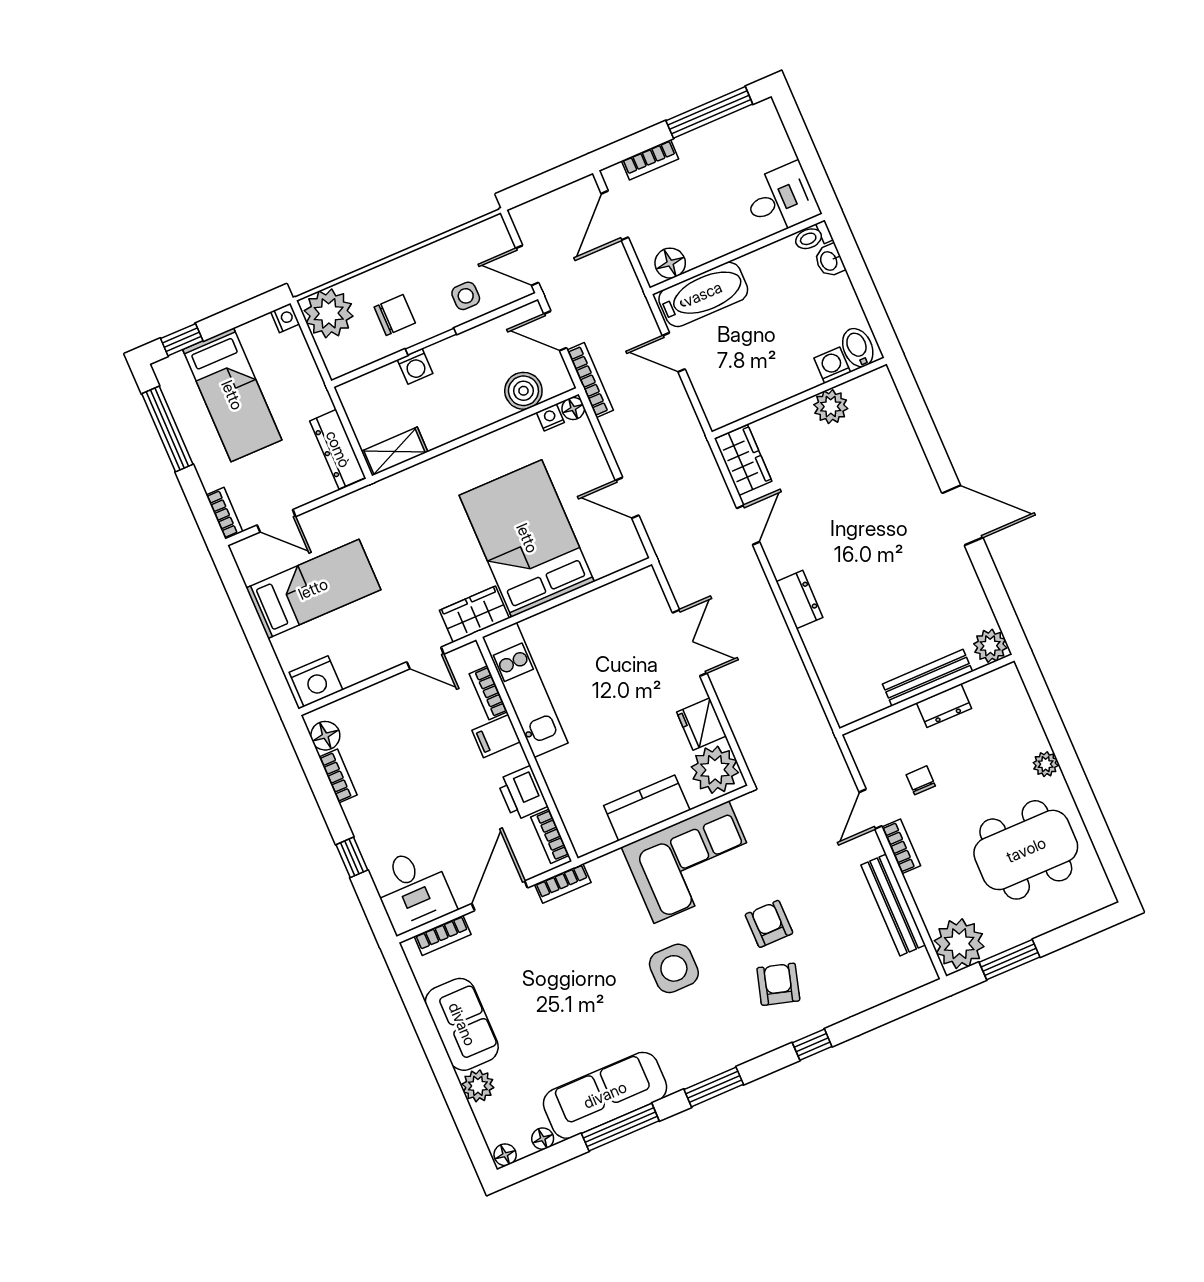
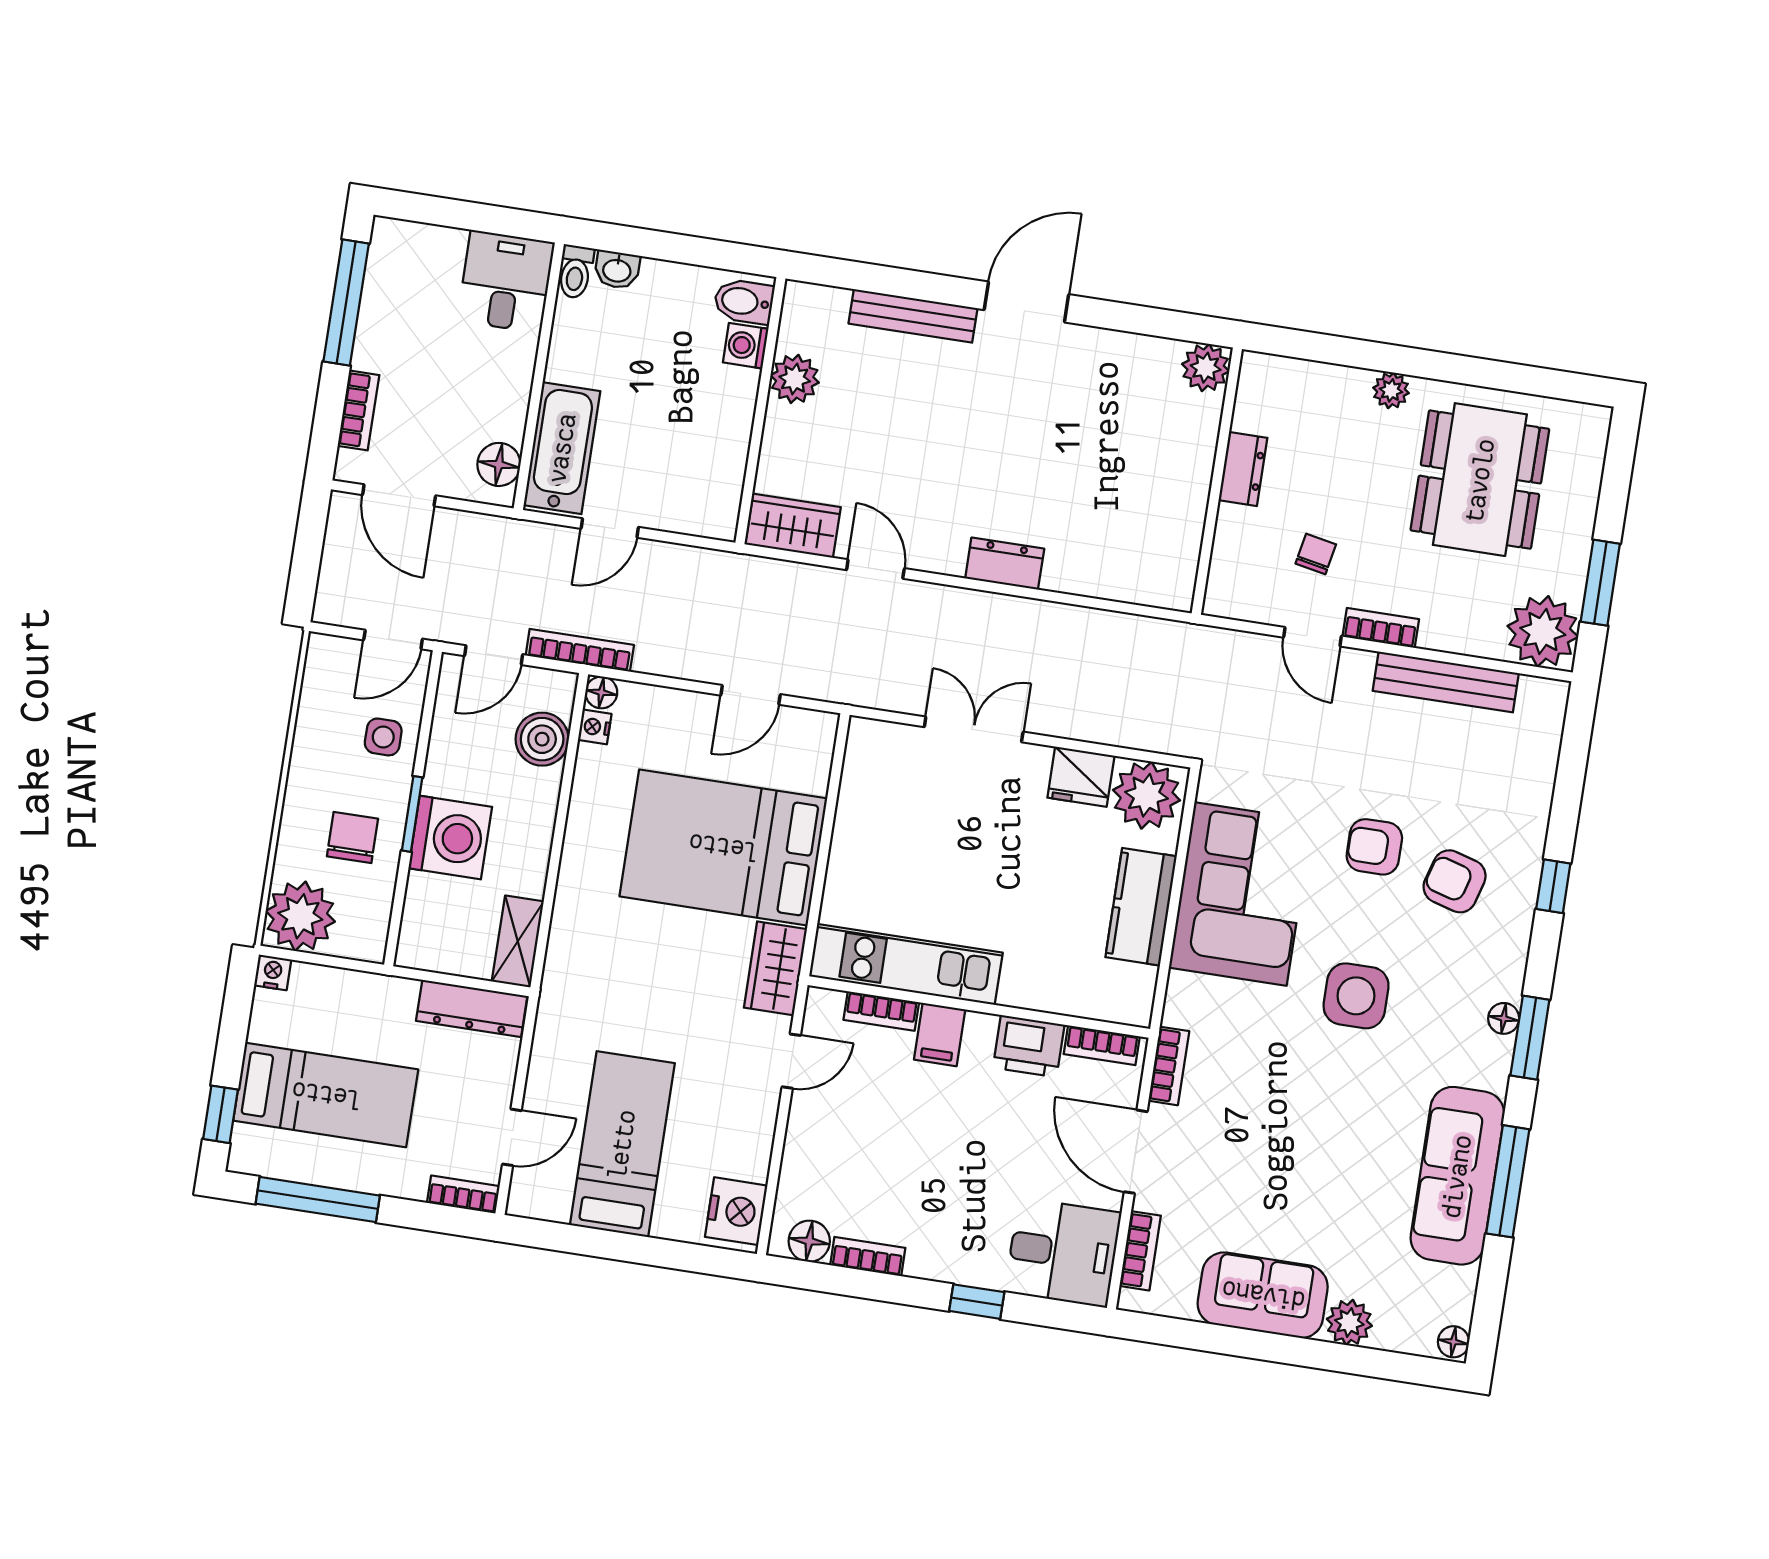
washing machine: (415, 367) -> (450, 838), width x1.89, depth x1.89
bench: (928, 678) -> (913, 316), moved, turned 90
chair: (921, 780) -> (1316, 554), turned 101
floor lamp: (543, 1139) -> (1504, 1018), moved

